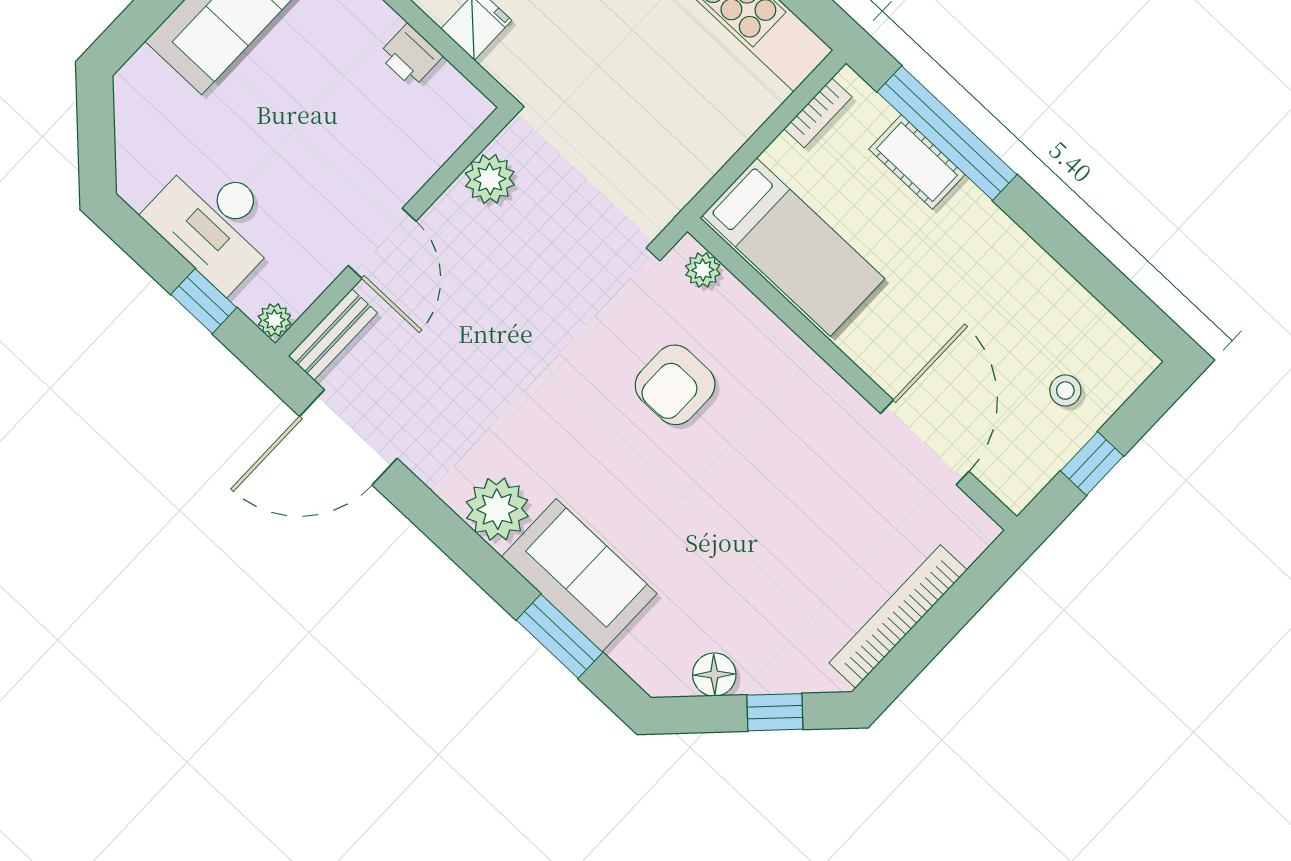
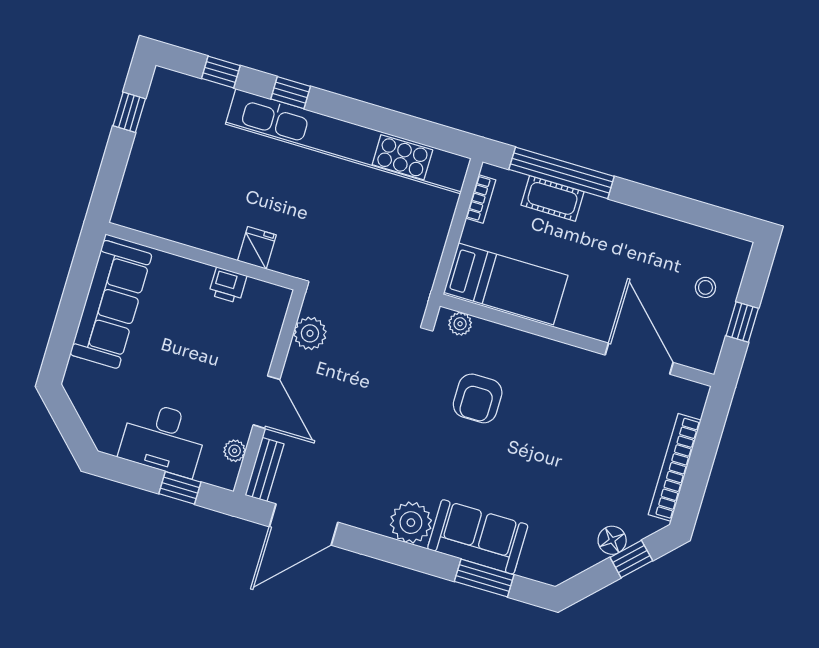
plant: (274, 320) -> (235, 451), moved
floor lamp: (714, 675) -> (612, 540), moved

